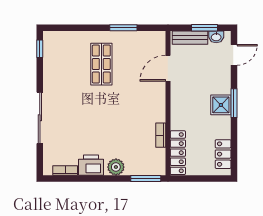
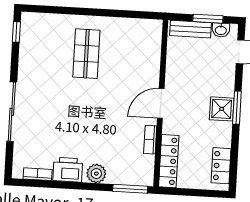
window: (123, 28) -> (114, 13), removed
door: (168, 68) -> (161, 103), moved

